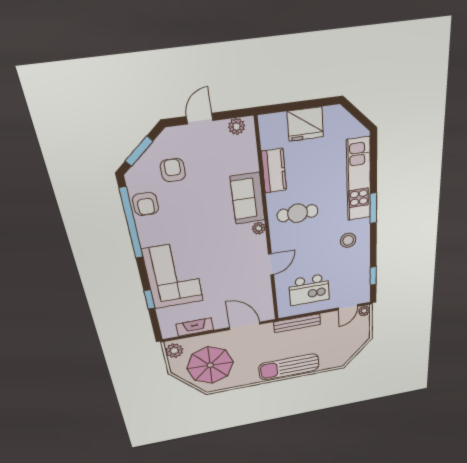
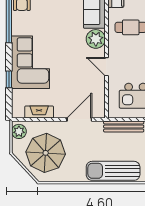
plant: (259, 228) -> (96, 39), width x1.87, depth x1.87
door: (271, 264) -> (107, 67), swing flipped
door: (245, 326) -> (79, 120), hinge flipped

